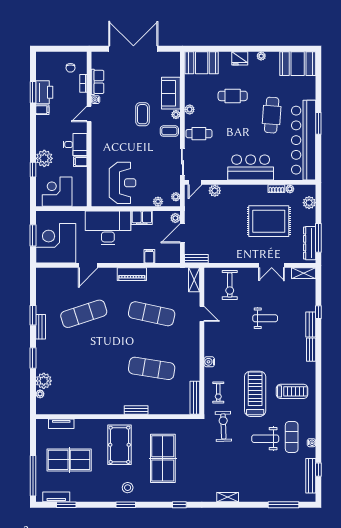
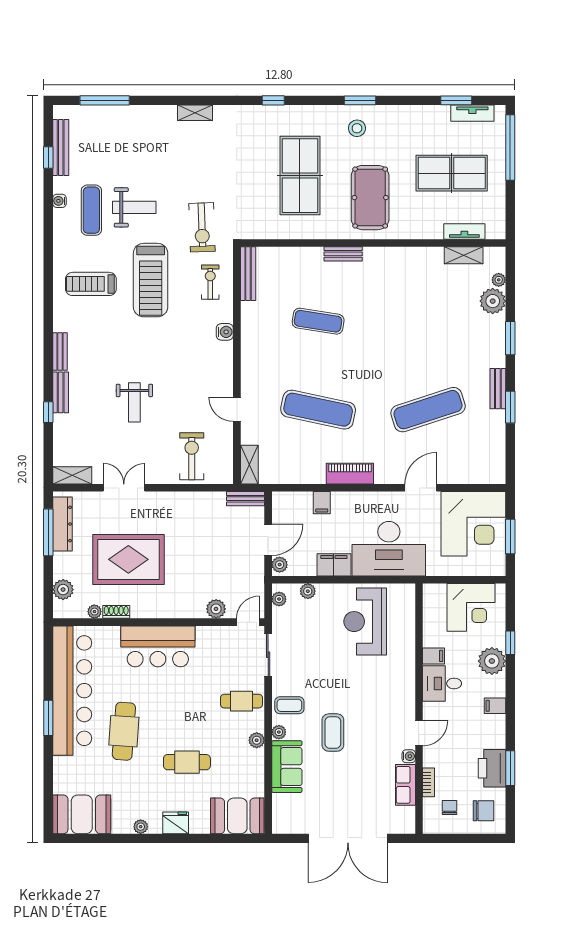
chair: (49, 66) -> (483, 811), added
filing cabinet: (42, 110) -> (495, 706), moved
weight bench: (265, 318) -> (134, 402), turned -90
exercise mat: (152, 368) -> (318, 321), width x0.73, depth x0.69
shelving: (62, 409) -> (464, 255), added

